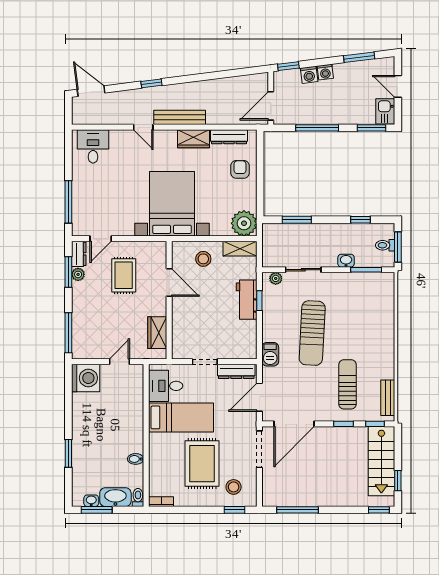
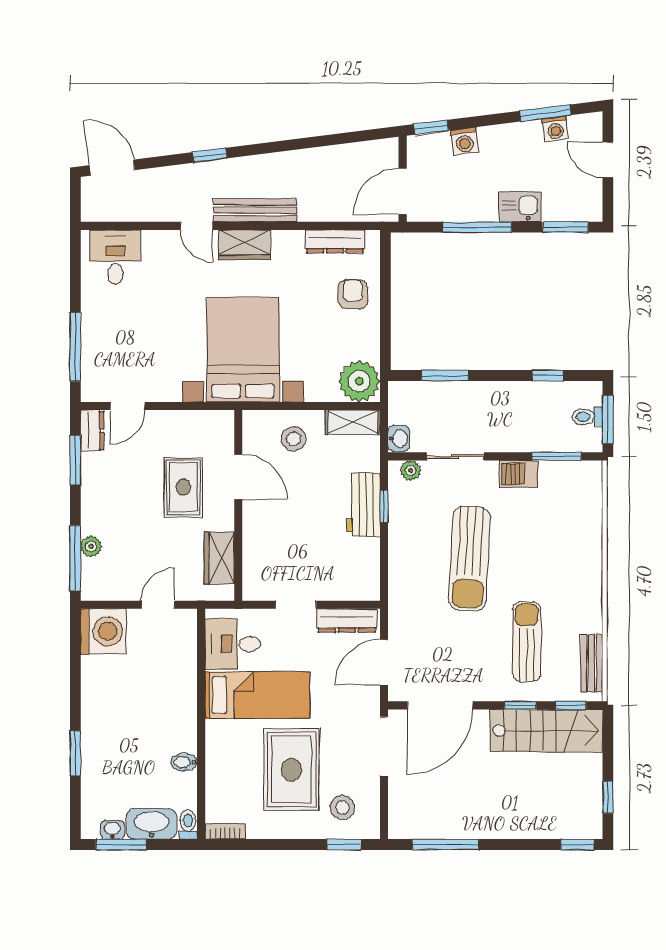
washing machine: (325, 72) -> (555, 129), moved
kitchen sink: (385, 111) -> (520, 207), moved, turned 90
wardrobe: (194, 139) -> (244, 245), moved
washbasin: (346, 261) -> (399, 439), moved, turned 90
plant: (78, 274) -> (91, 546), moved
rug: (124, 275) -> (183, 487), moved
barbecue: (270, 354) -> (519, 474), moved, turned 90
stairs: (381, 461) -> (546, 731), moved, turned -90

